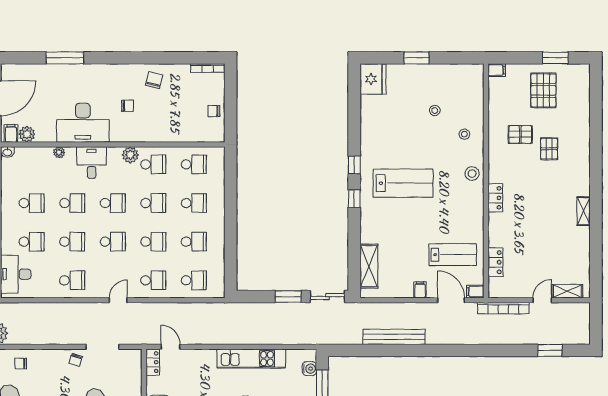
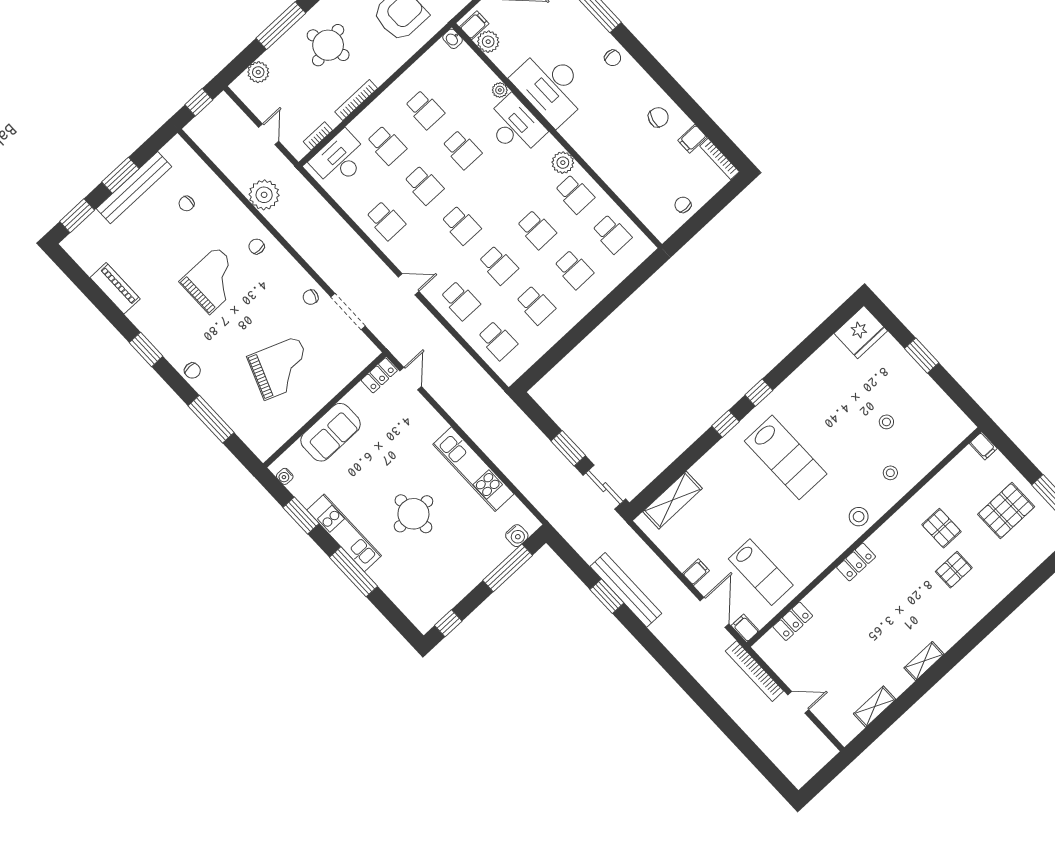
filing cabinet: (183, 73) -> (692, 139), added
chair: (128, 106) -> (613, 58), moved
desk: (92, 163) -> (515, 126), width x1.37
school desk: (113, 203) -> (499, 189), removed
shelving: (567, 291) -> (875, 707), moved, turned 90
window: (550, 350) -> (607, 596), moved

